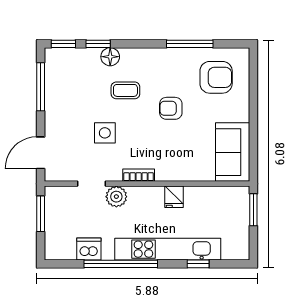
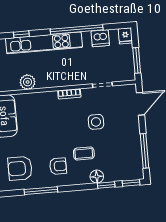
armchair: (171, 108) -> (58, 166), moved
plant: (116, 197) -> (28, 82), moved
fridge: (174, 197) -> (125, 36), moved, turned 180

